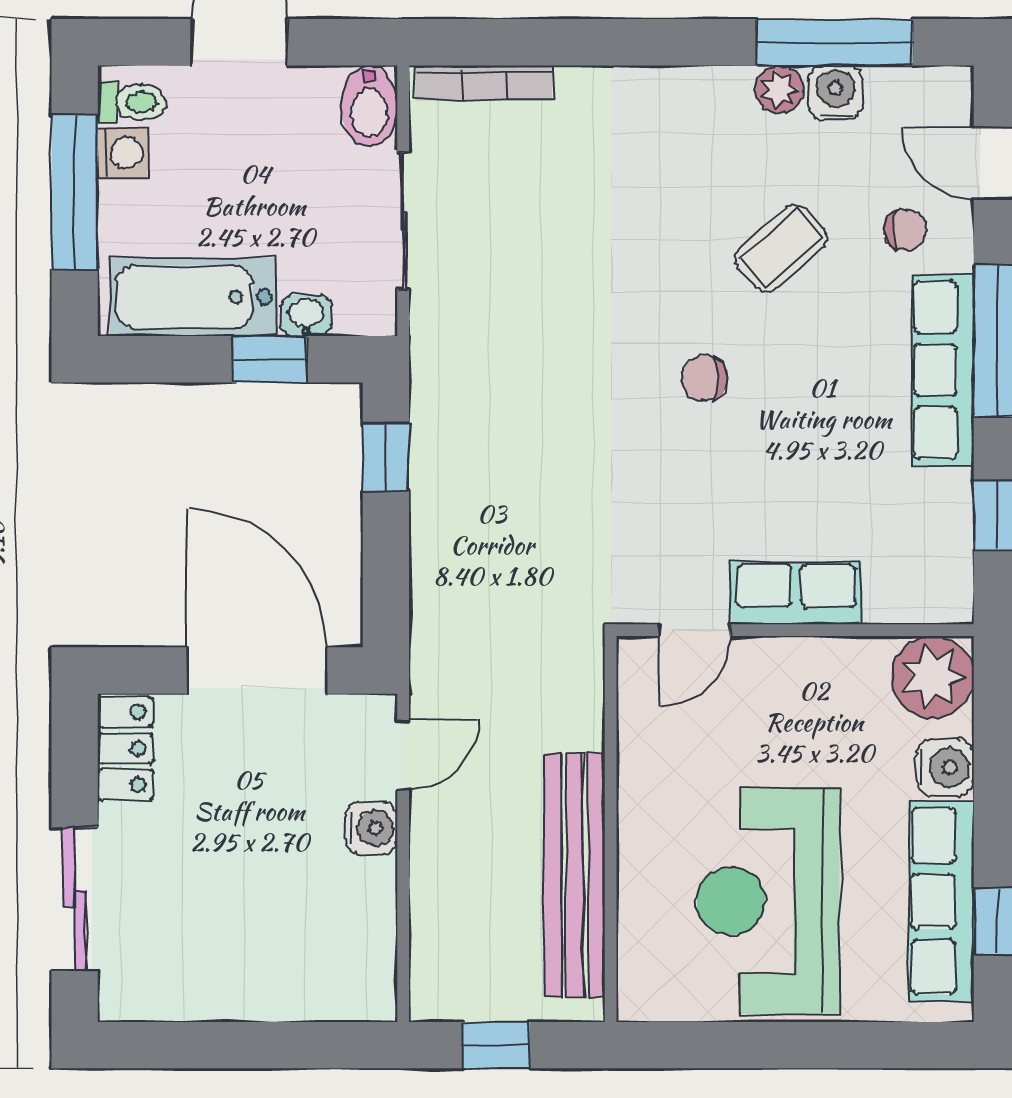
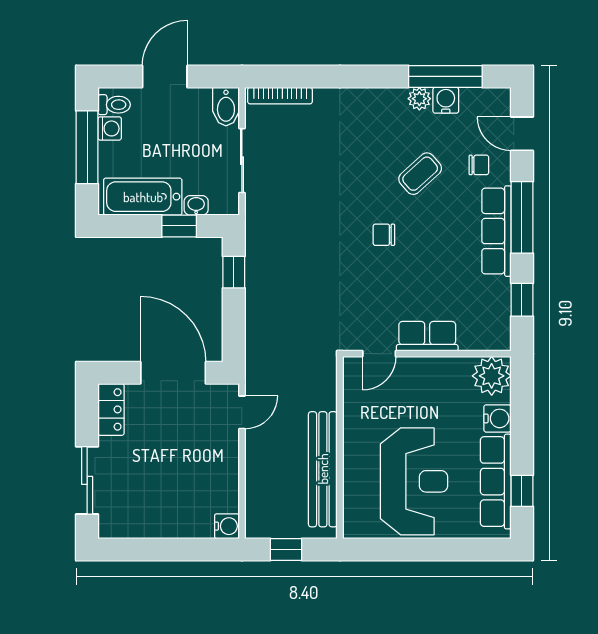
water cooler: (371, 828) -> (227, 526), moved
reception desk: (768, 901) -> (414, 481), turned 180

